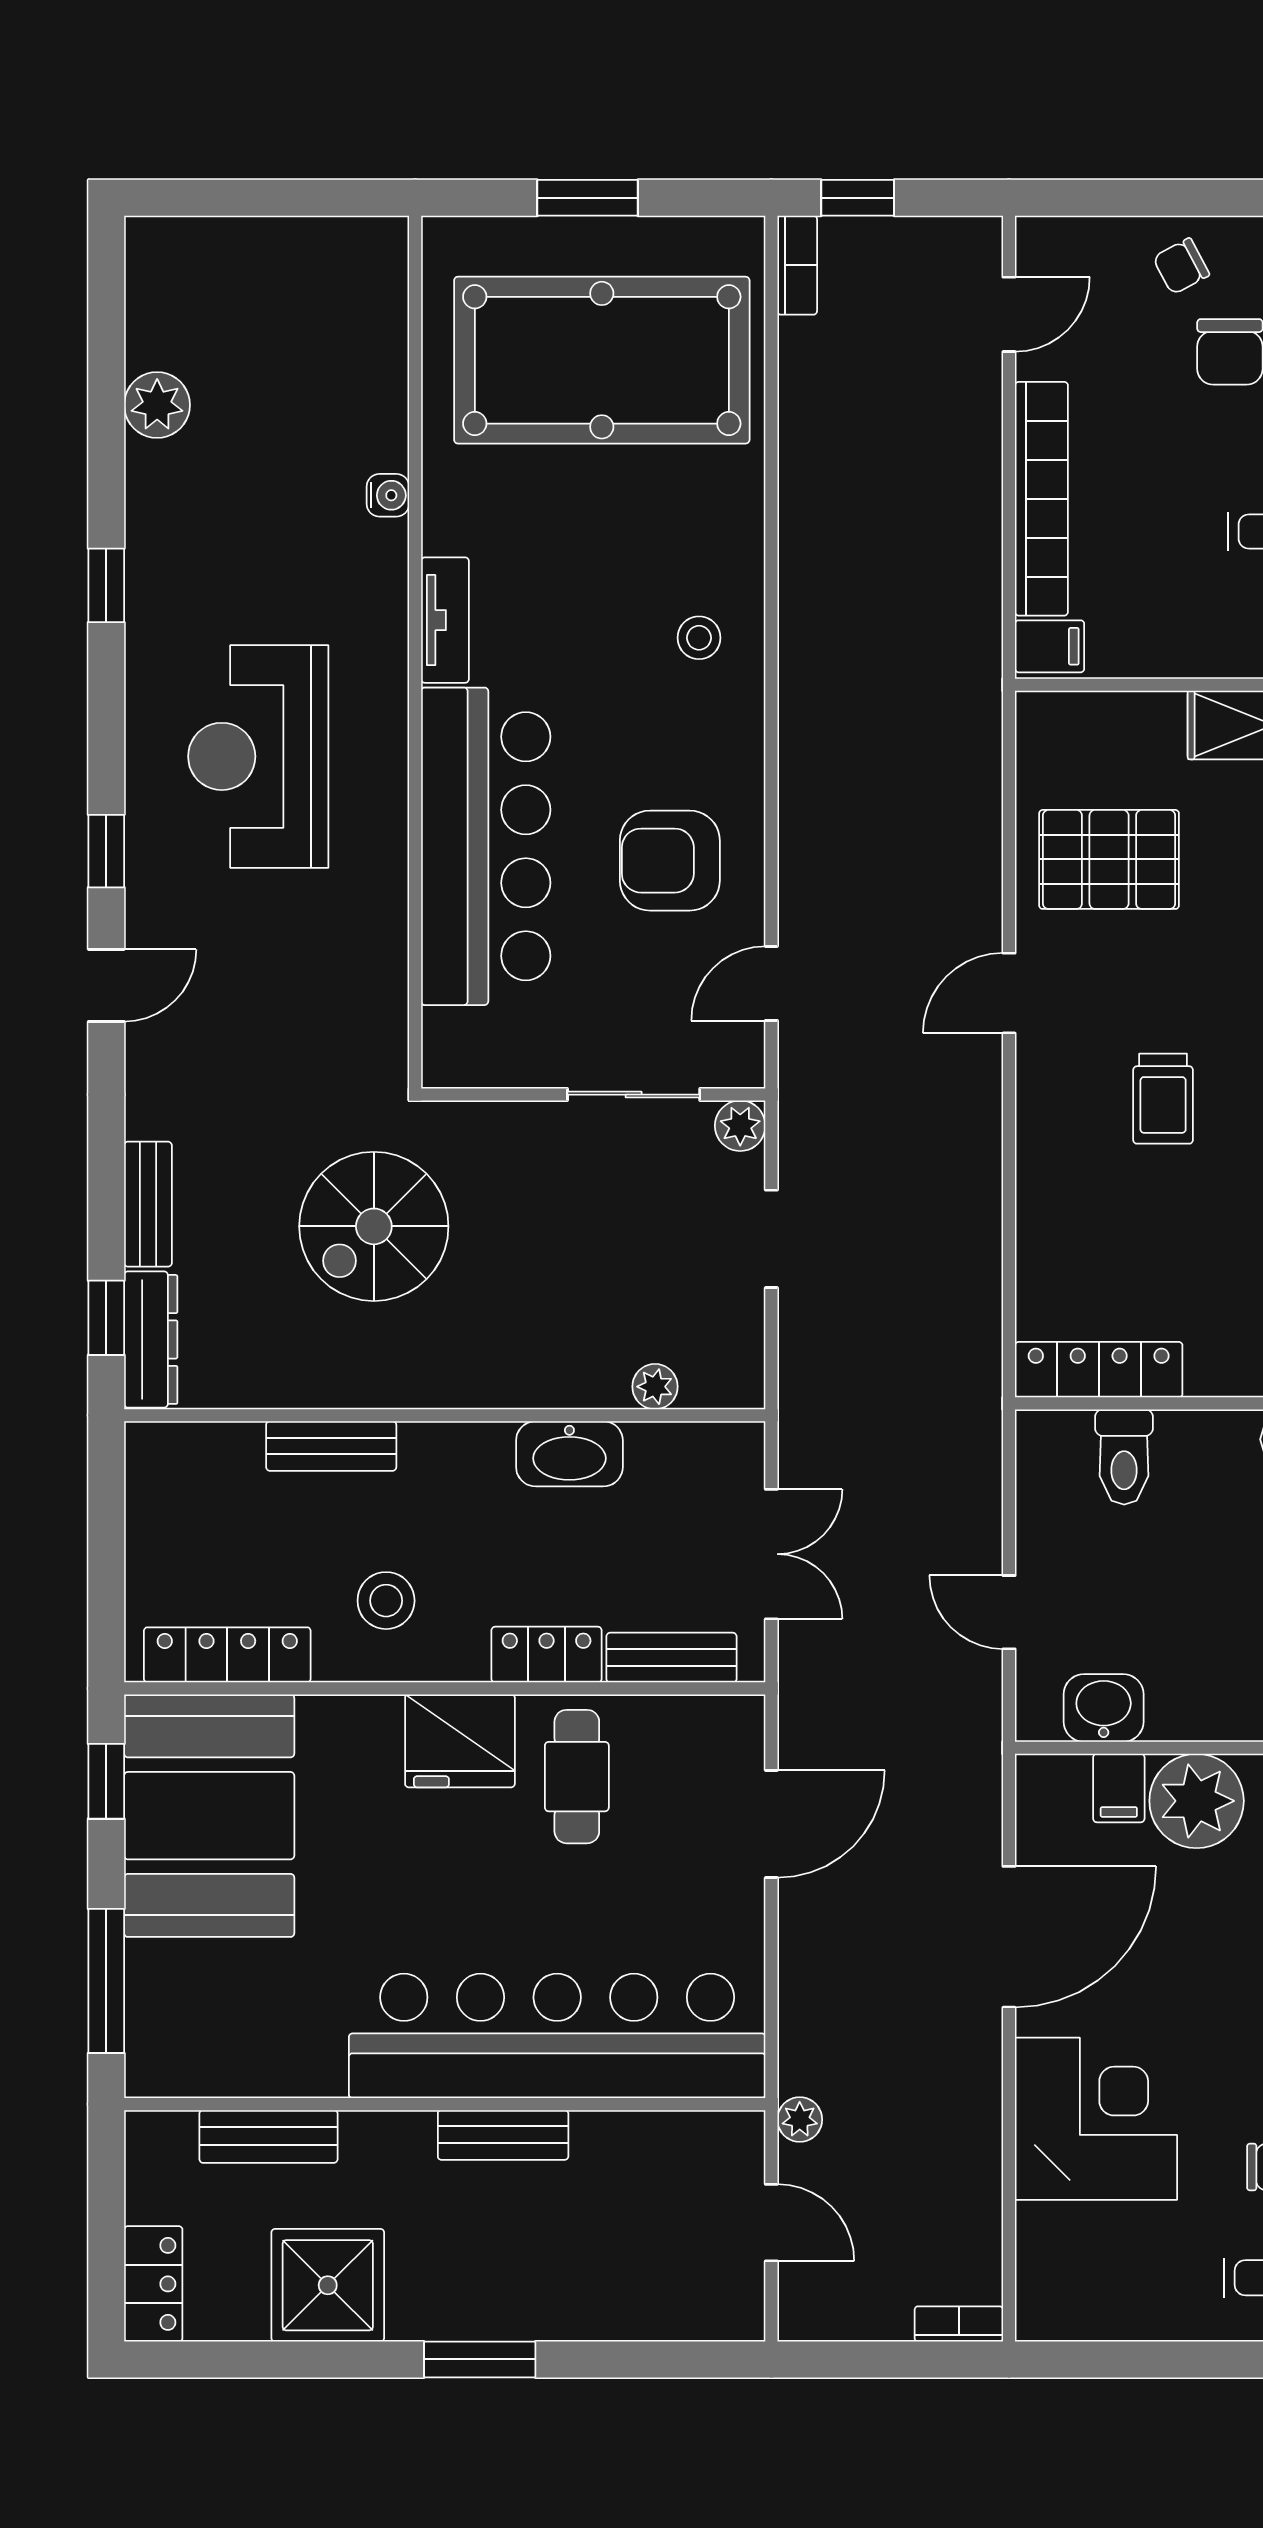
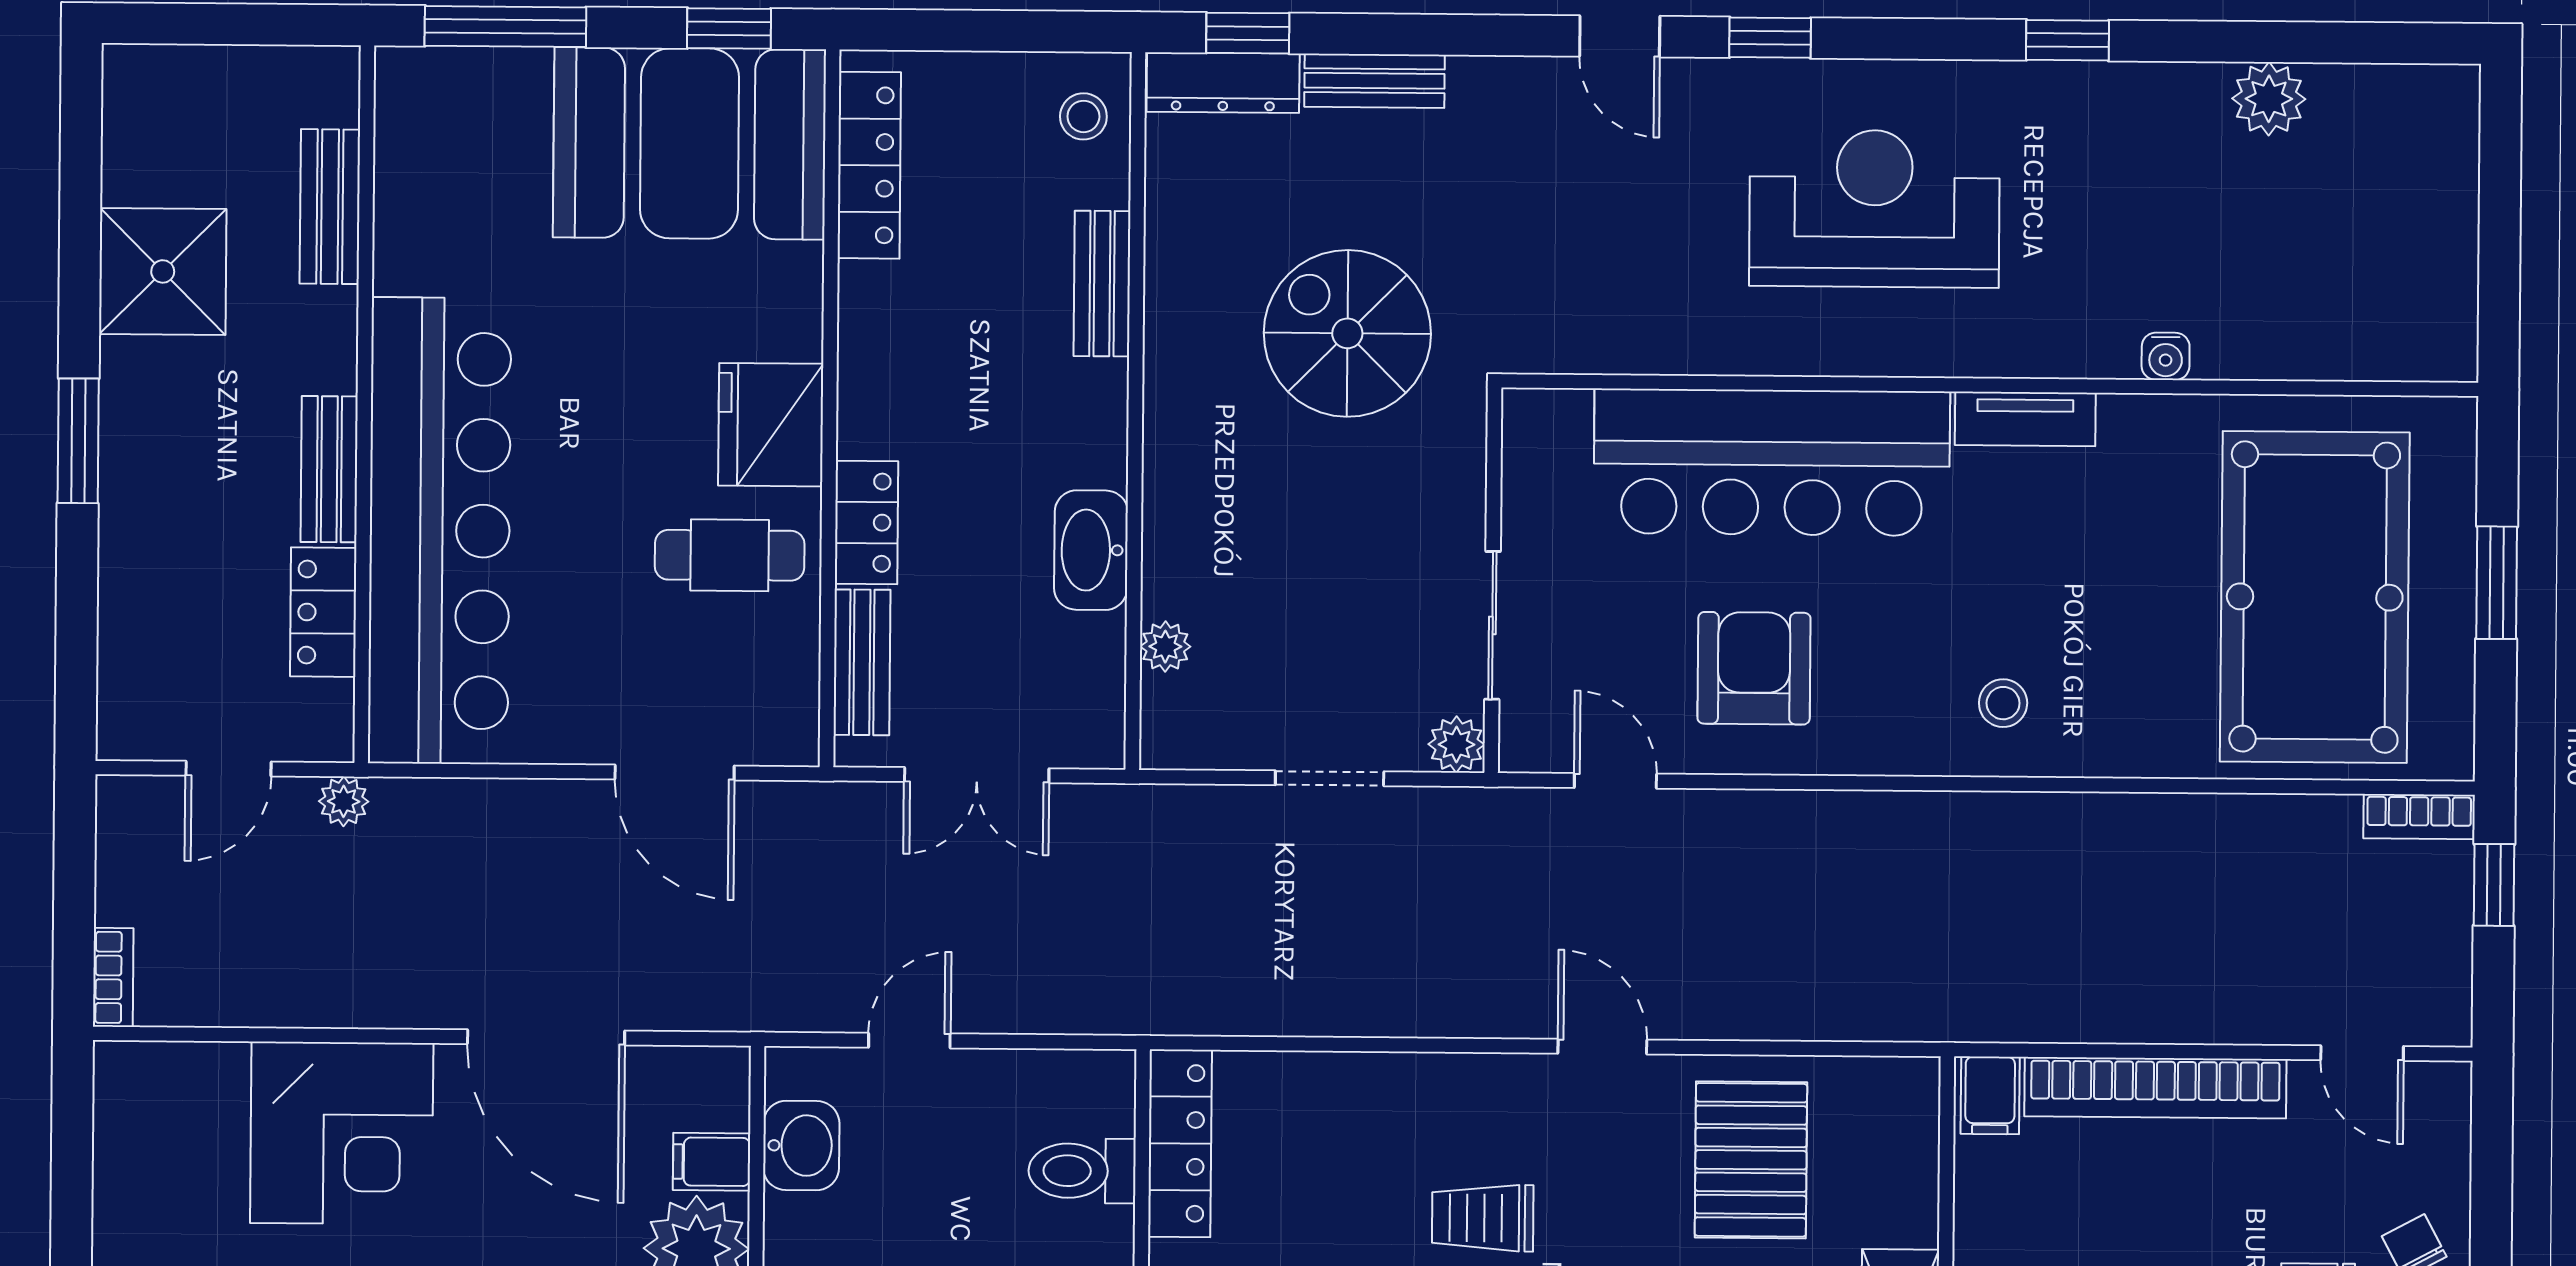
stool: (386, 1601) -> (1083, 116), moved, width x0.73, depth x0.73
locker: (153, 2284) -> (323, 612), moved, turned 90

